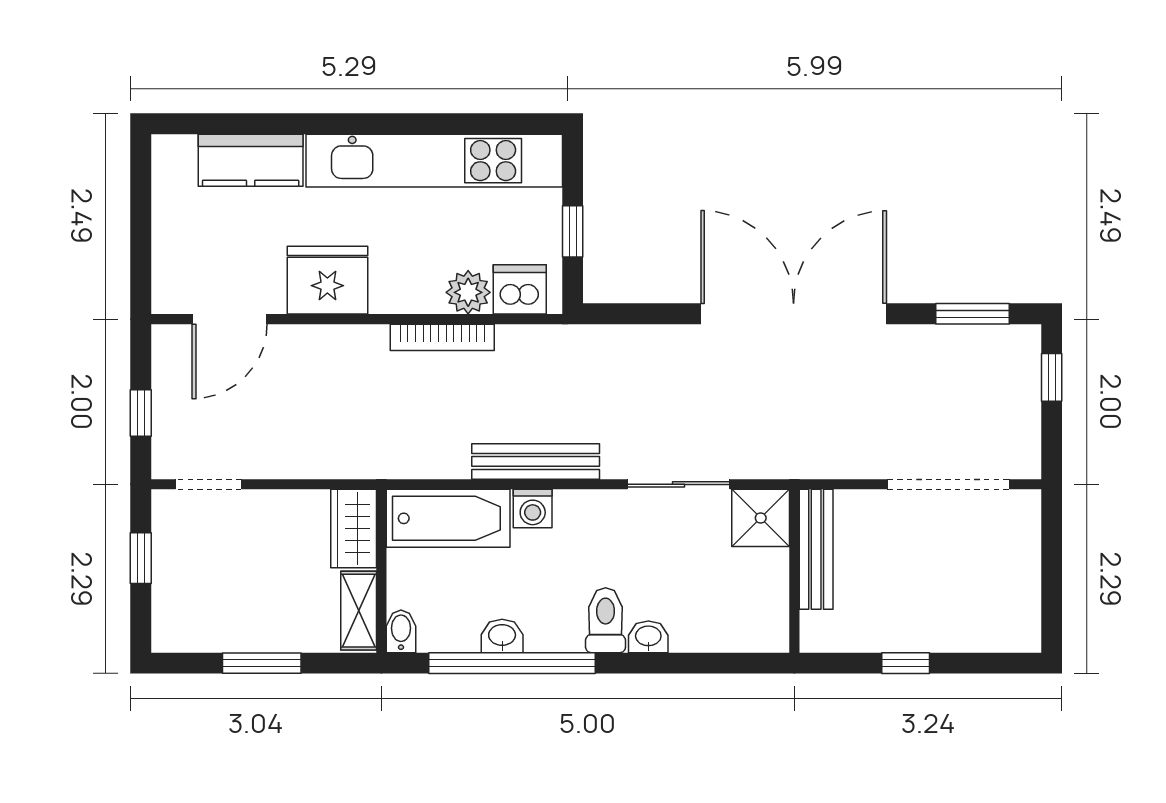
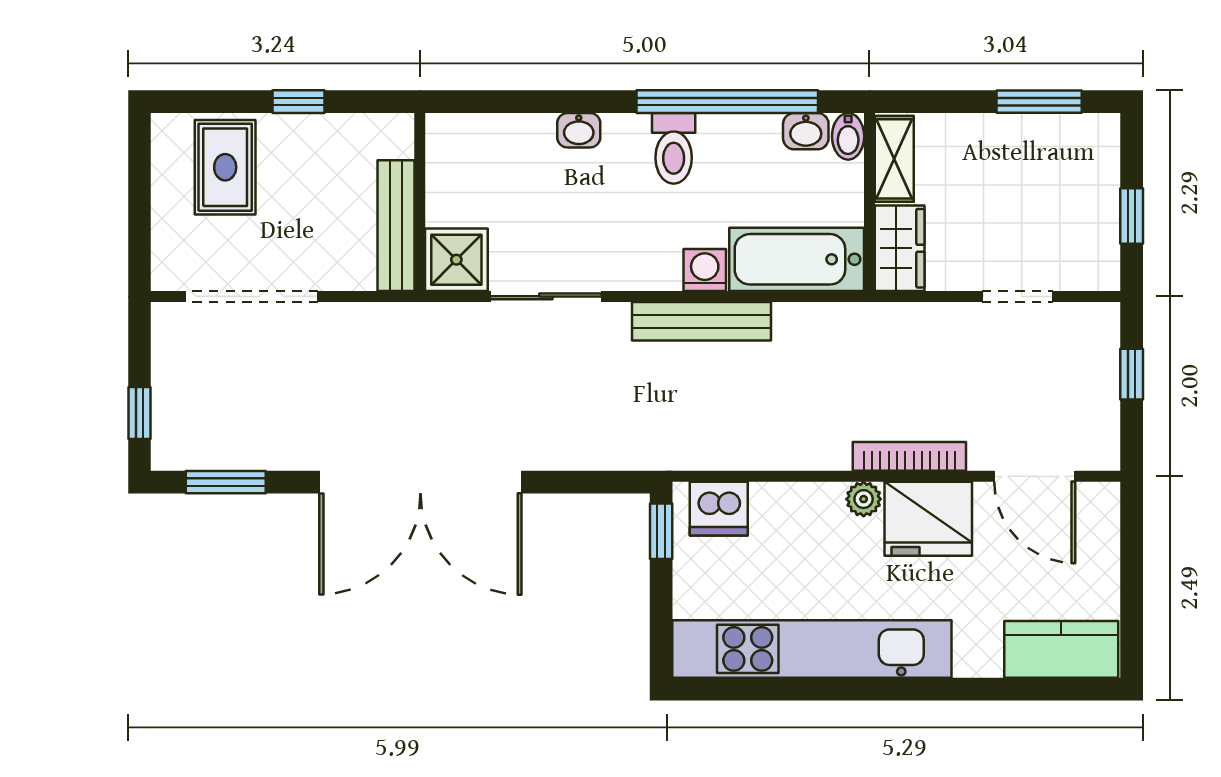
kitchen counter: (251, 160) -> (1061, 649), moved
window: (573, 231) -> (661, 531), moved
plant: (468, 292) -> (864, 499), moved, width x0.73, depth x0.73
door: (230, 319) -> (1035, 476), swing flipped
bookcase: (442, 337) -> (909, 456), moved
doorway: (208, 484) -> (1017, 296), moved
rug: (973, 603) -> (225, 167), added
toilet: (606, 620) -> (674, 148), moved
washbasin: (502, 636) -> (806, 131), moved
window: (262, 663) -> (1039, 102), moved

